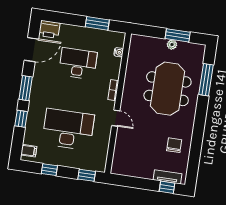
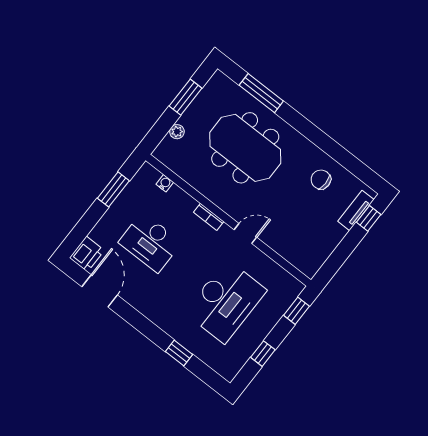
plant: (172, 45) -> (177, 132), moved
desk: (78, 64) -> (150, 242), turned -90
window: (26, 88) -> (144, 325), removed
desk: (68, 129) -> (226, 301), turned 180
filing cabinet: (29, 151) -> (225, 366), removed

